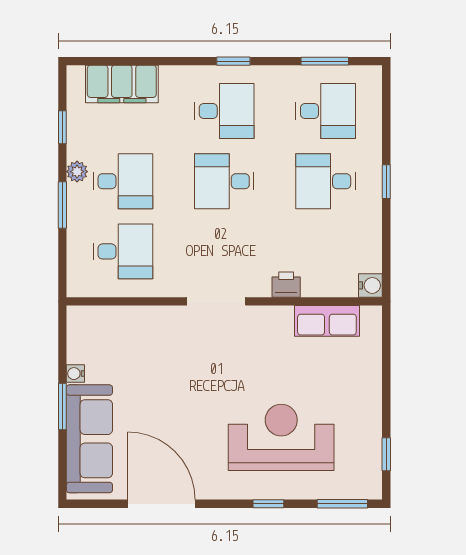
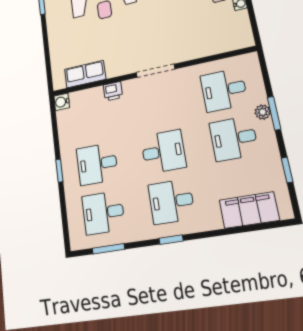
plant: (77, 172) -> (263, 112), moved
desk: (326, 181) -> (97, 164), turned 180

